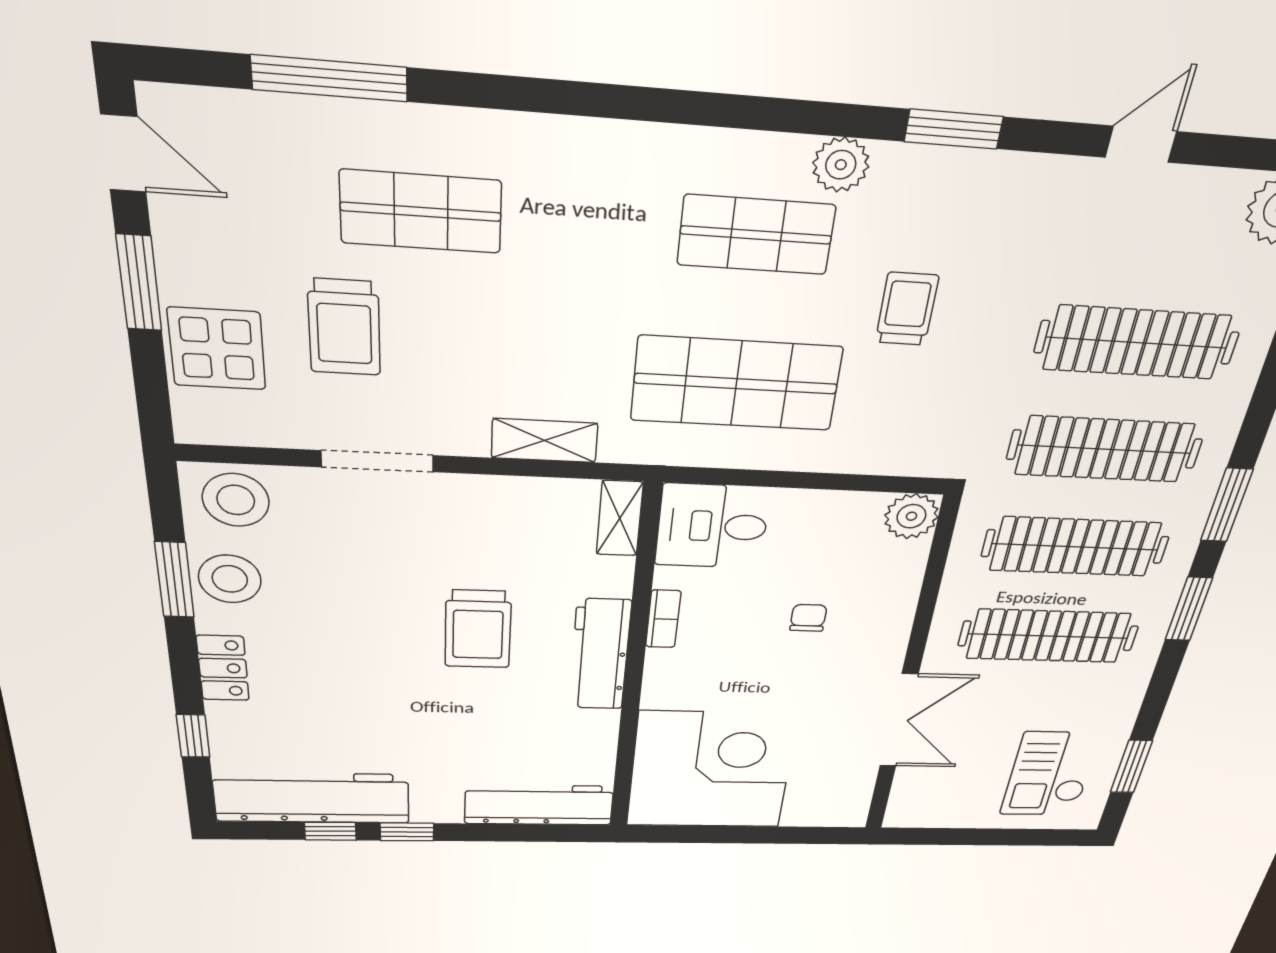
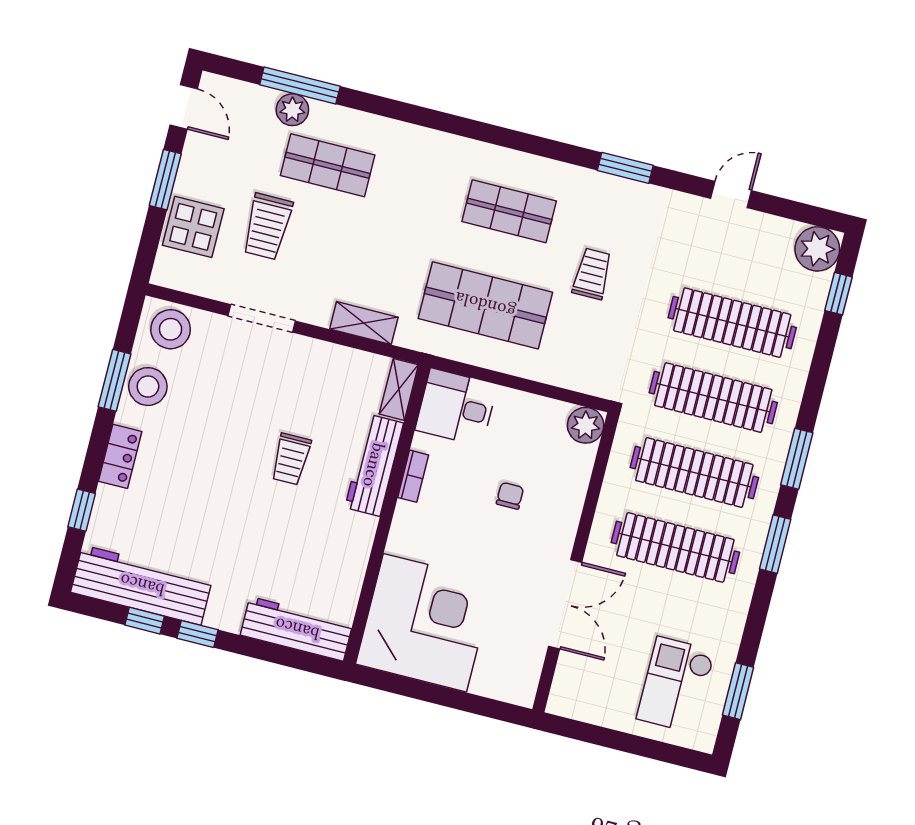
plant: (841, 165) -> (292, 110), moved
trolley: (478, 629) -> (291, 459), width x0.73, depth x0.72
workbench: (600, 655) -> (374, 465), moved

